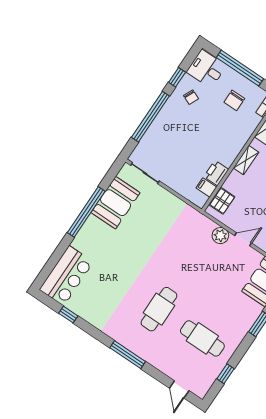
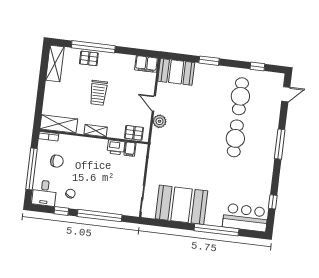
booth: (116, 203) -> (181, 205), width x1.36, depth x1.42
window: (86, 212) -> (216, 230), moved
cafe table: (159, 309) -> (235, 138), turned 90

